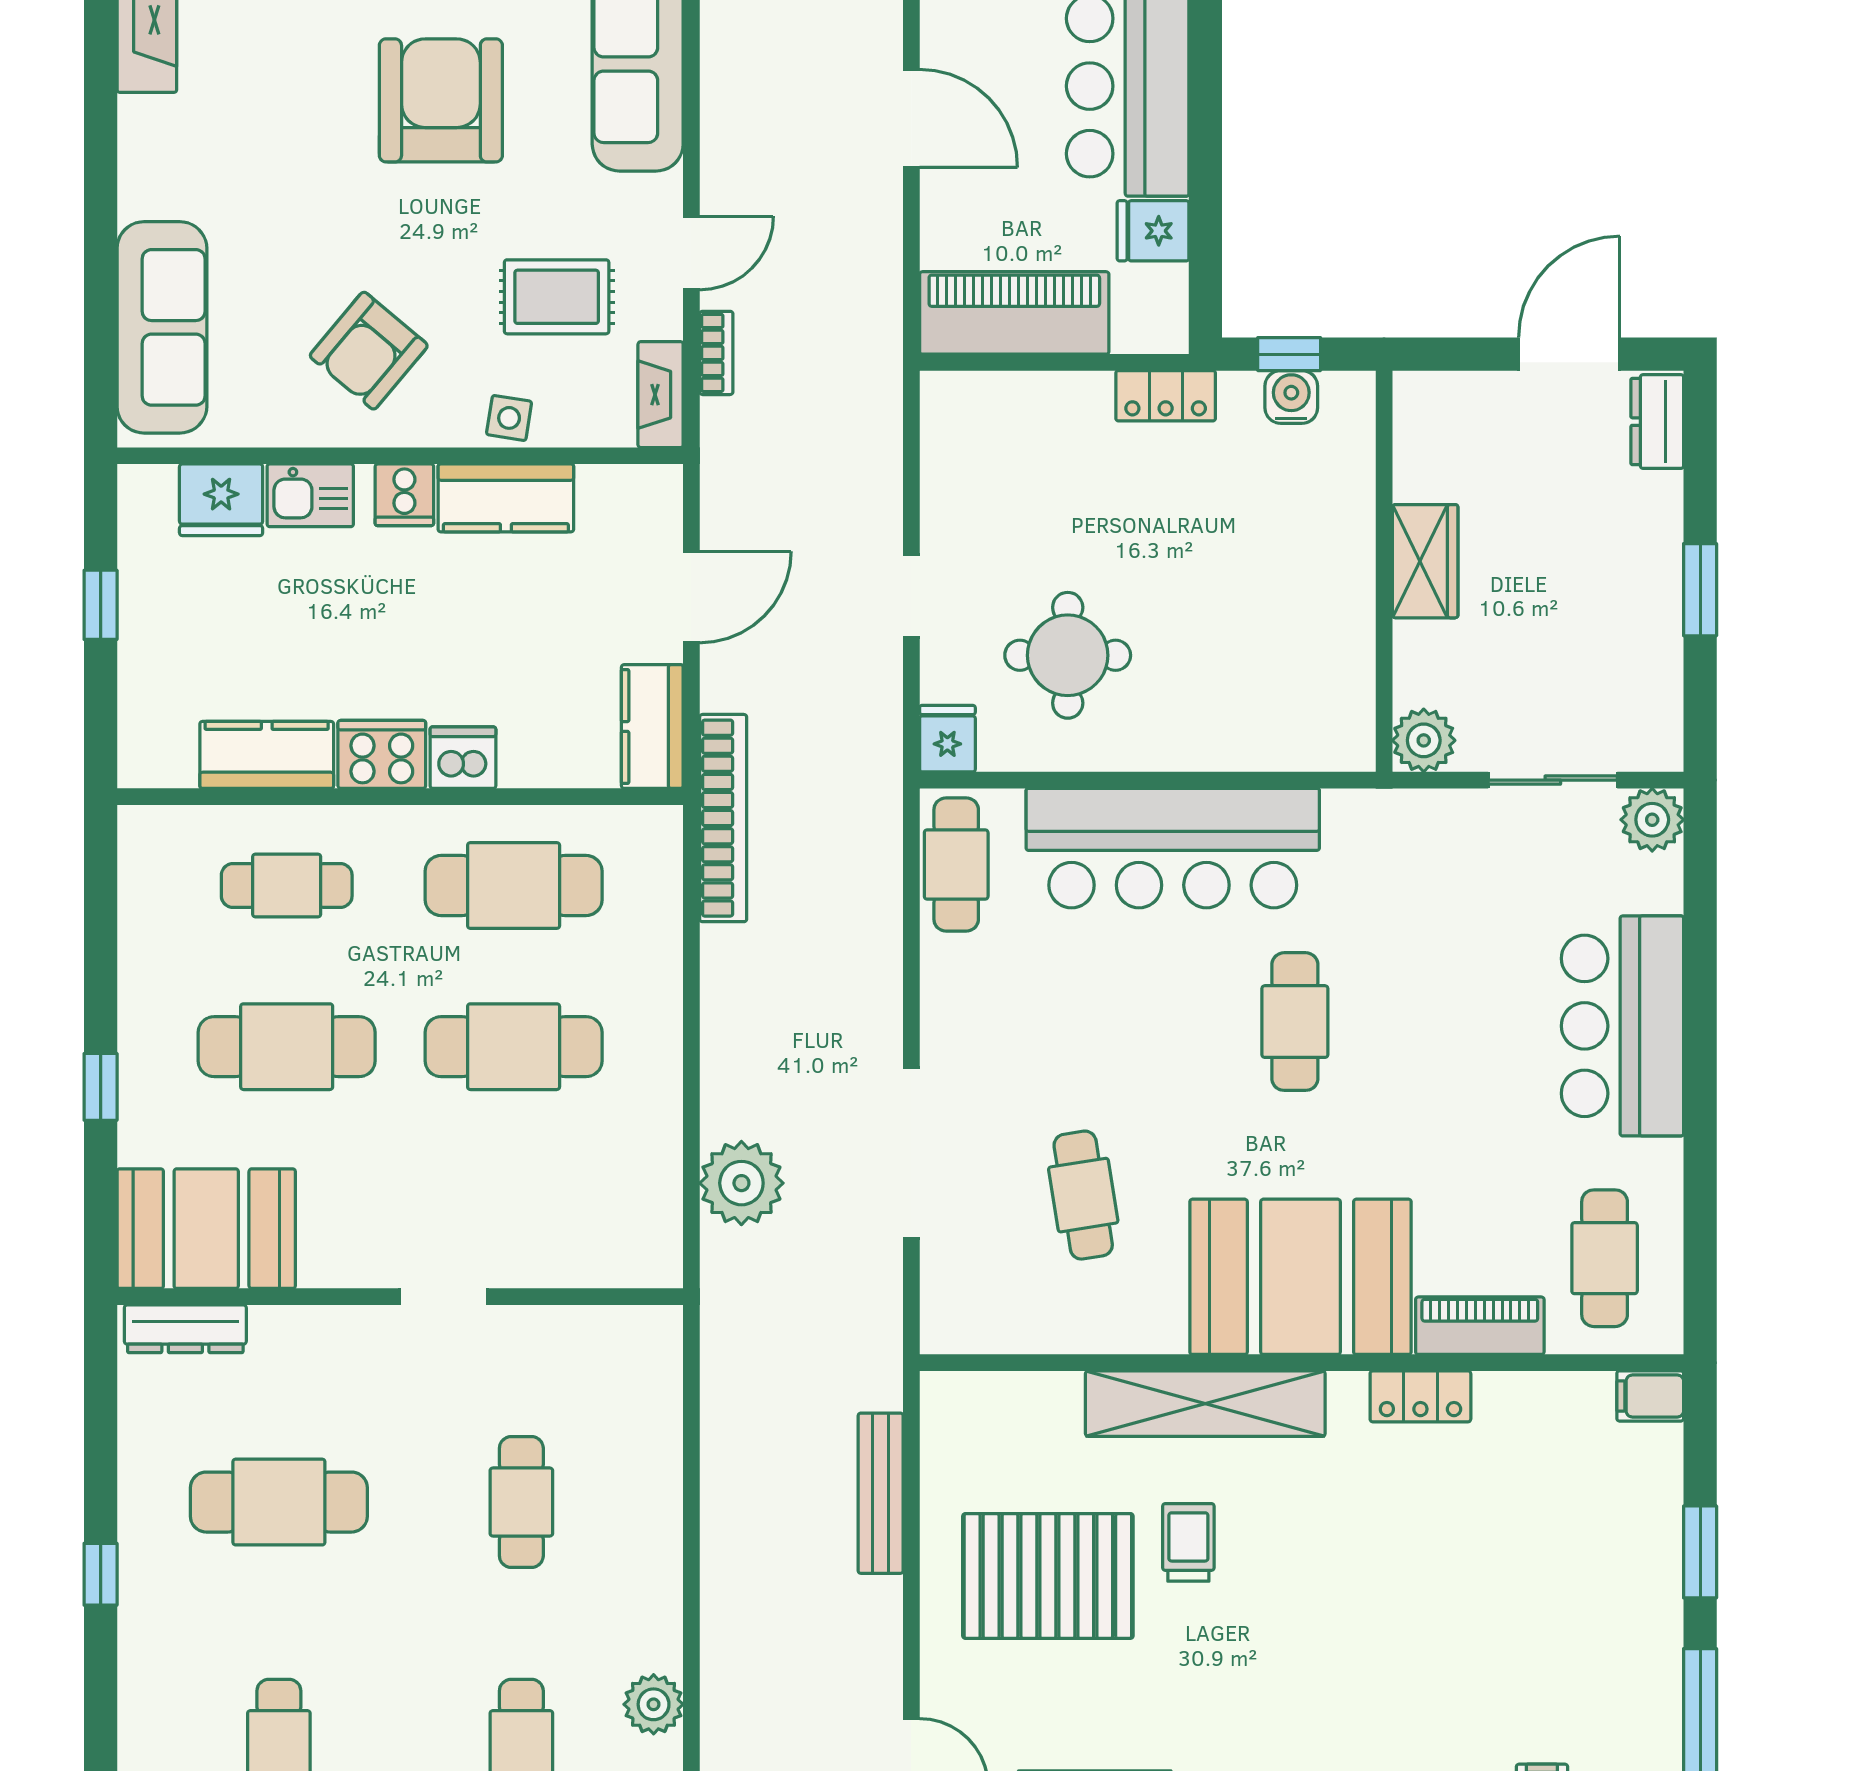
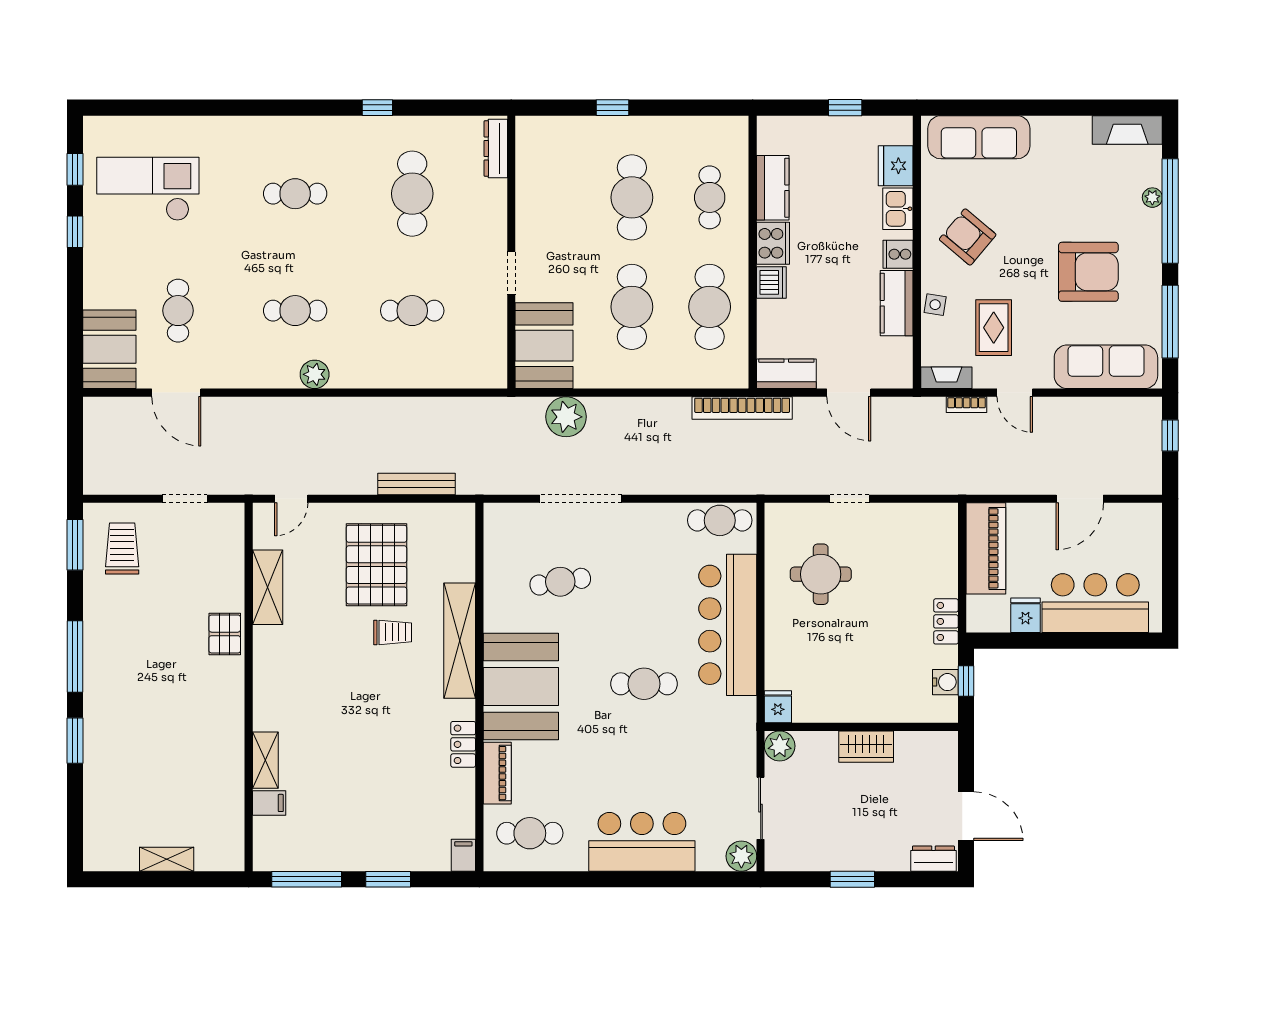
fridge: (947, 739) -> (778, 707), moved, turned -90
booth: (206, 1229) -> (544, 346), moved

